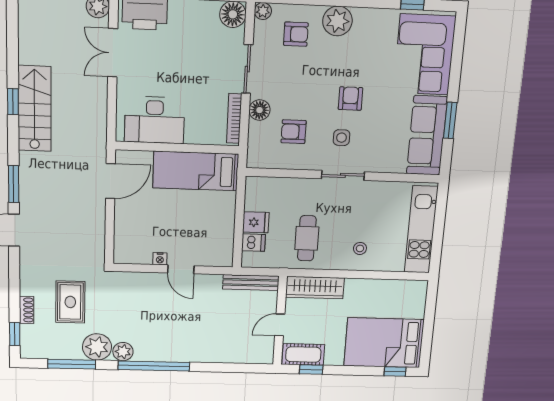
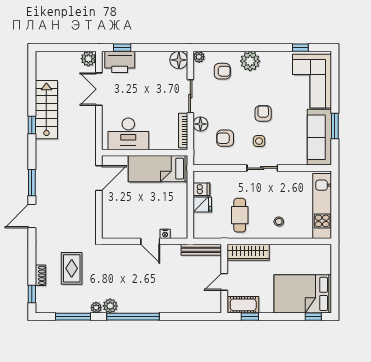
stairs: (35, 109) -> (46, 110), moved
dishwasher: (253, 243) -> (201, 189), moved
nightstand: (160, 259) -> (165, 234), moved
plant: (97, 347) -> (96, 308), width x0.53, depth x0.53

